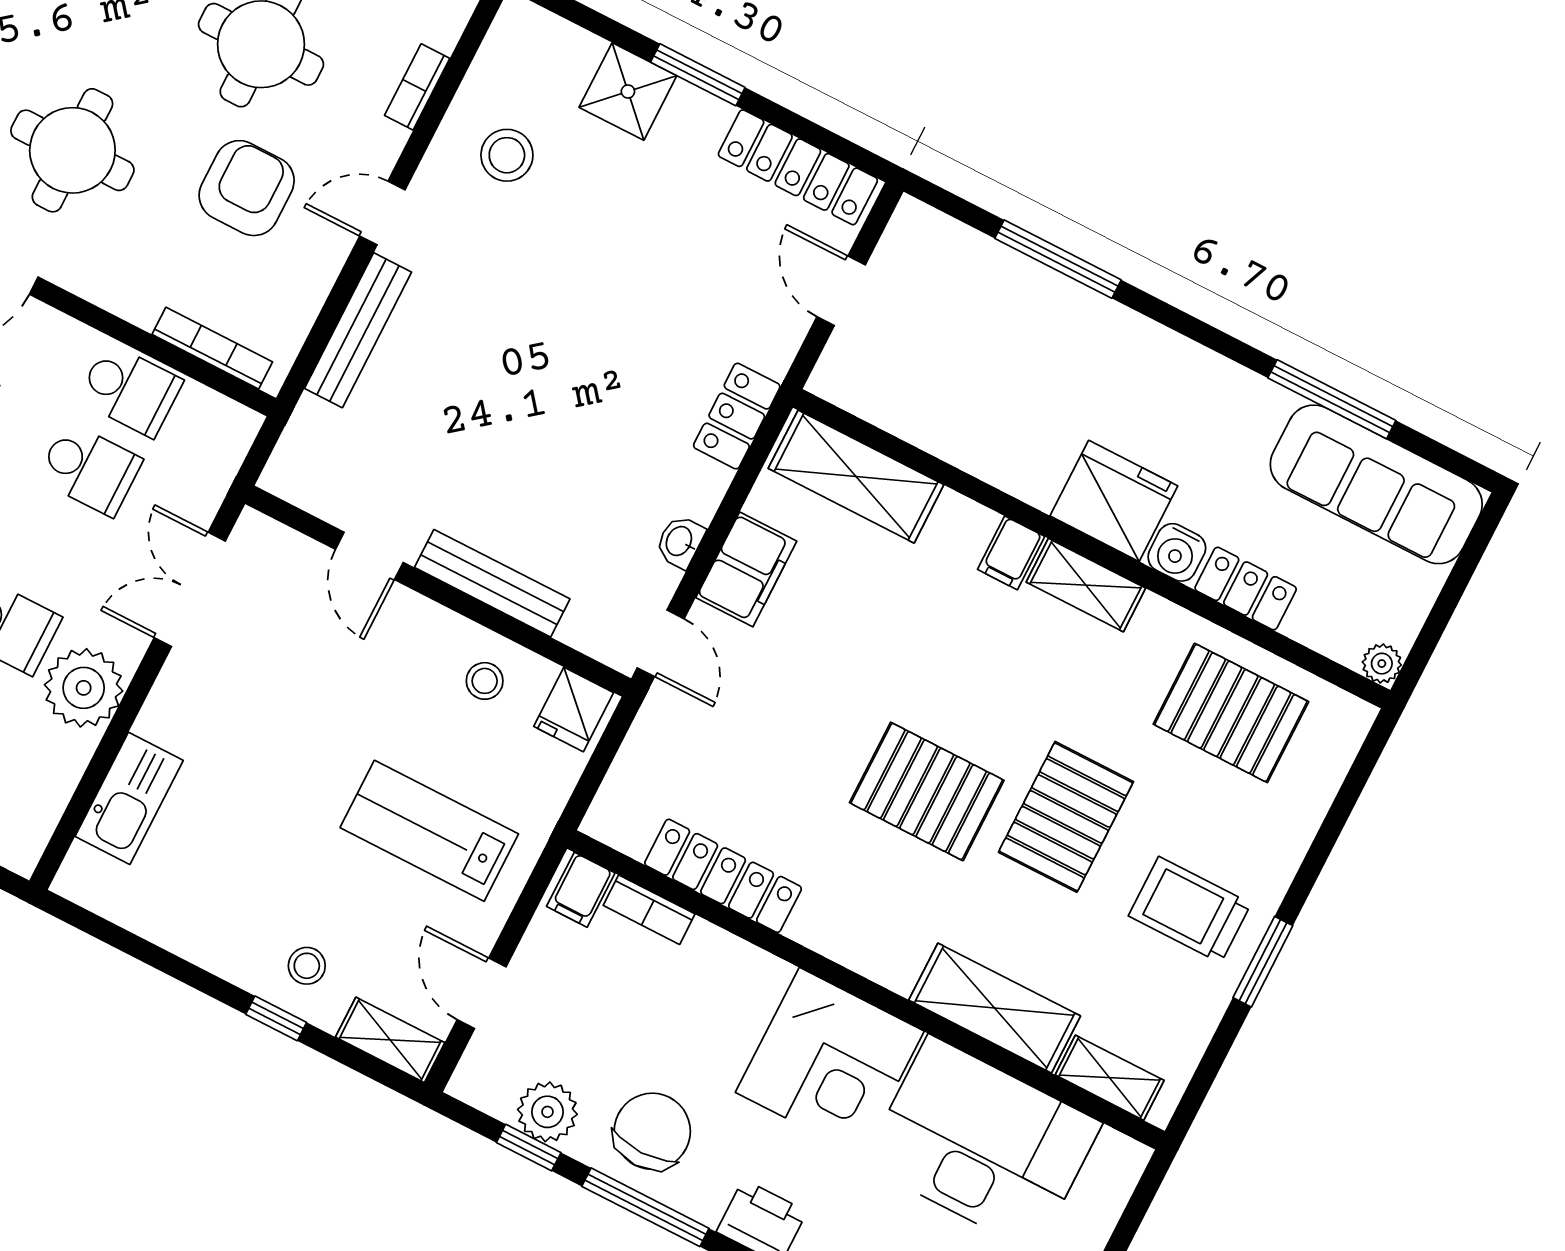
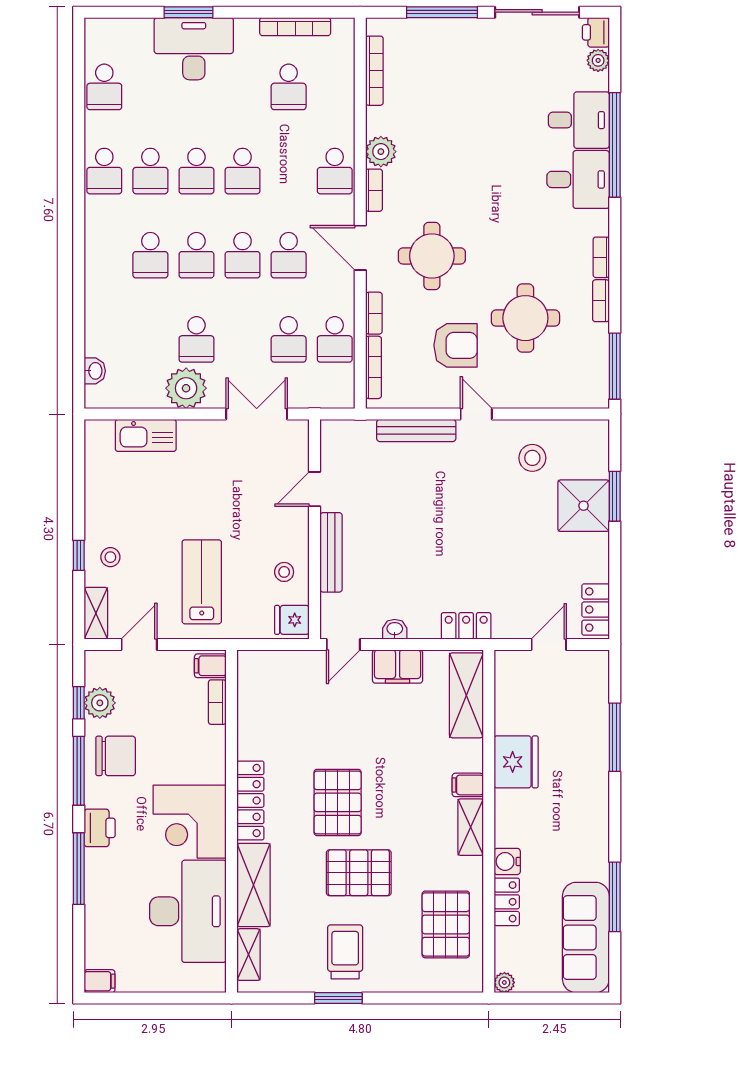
window: (698, 75) -> (615, 496), moved
bookcase: (417, 87) -> (374, 313), moved, turned 90
shower: (628, 92) -> (584, 506), width x1.36, depth x1.36
locker: (798, 167) -> (596, 610), width x0.66
fridge: (1114, 501) -> (516, 762), moved
locker: (723, 876) -> (250, 800), moved

